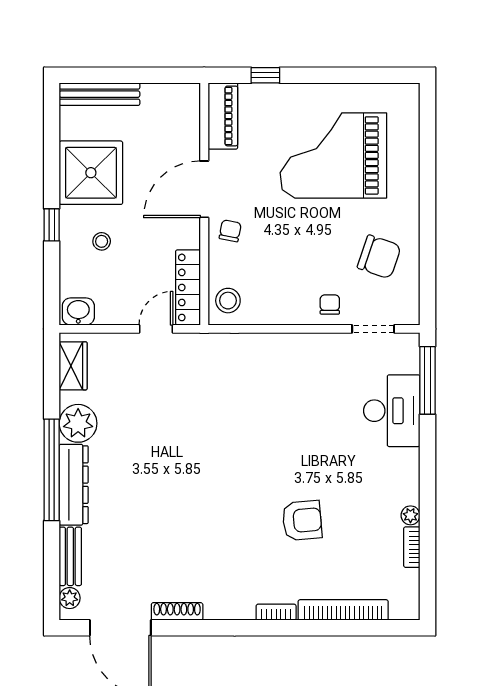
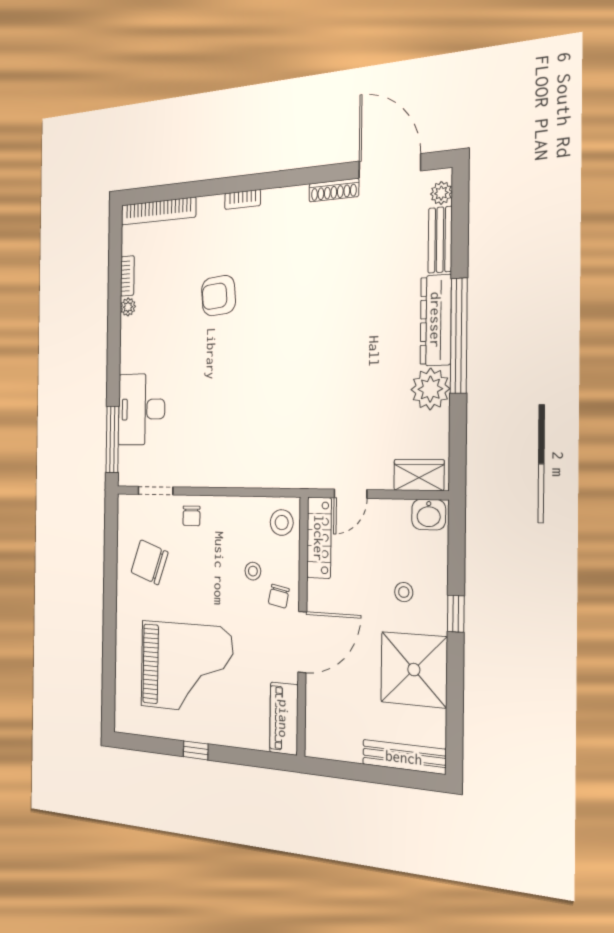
window: (265, 75) -> (196, 750), moved
stool: (259, 253) -> (253, 571), added
wardrobe: (73, 366) -> (419, 475), moved, turned 90
bookcase: (343, 610) -> (158, 211), moved

